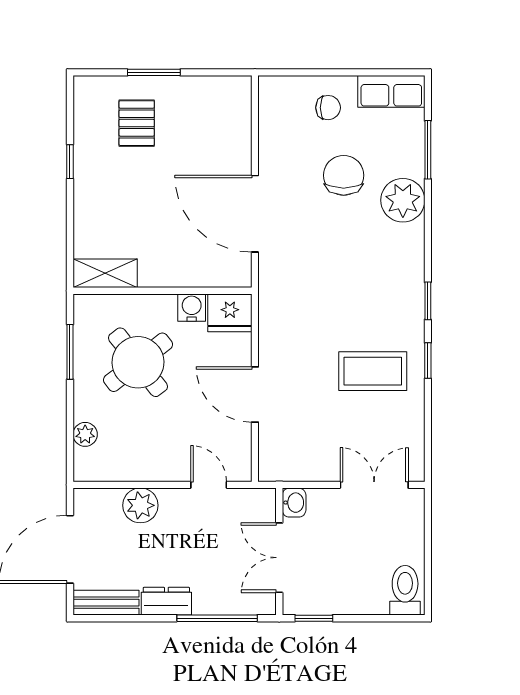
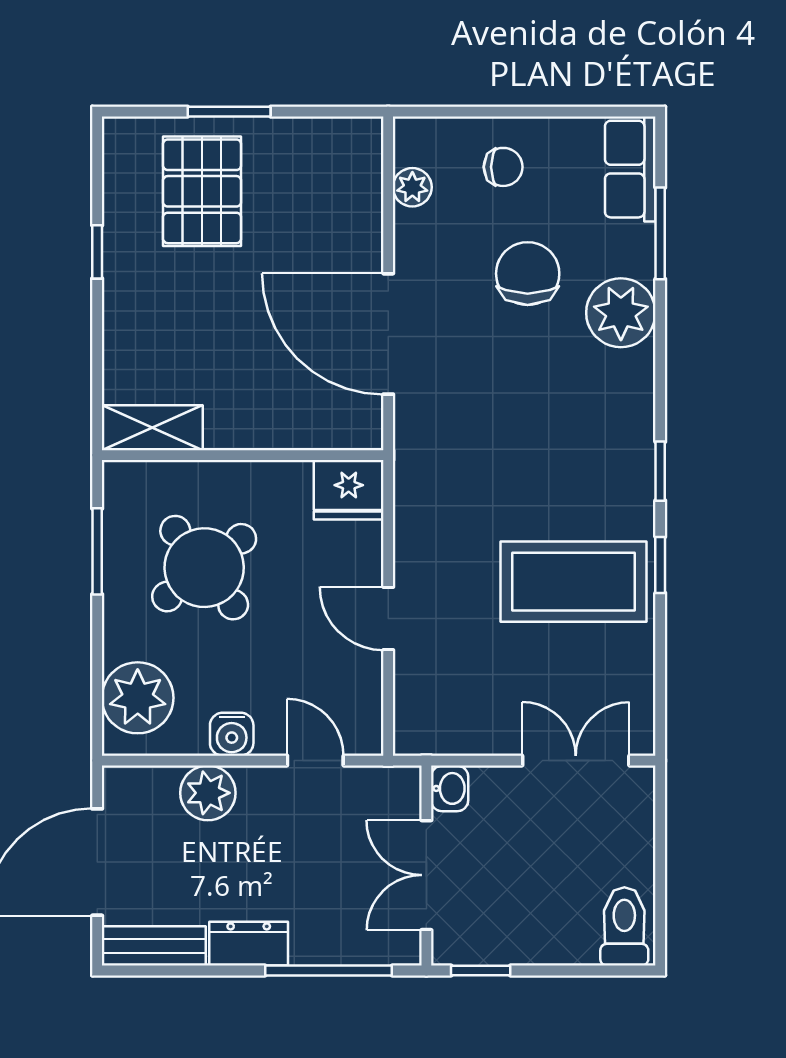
row of seats: (391, 91) -> (630, 169), moved, turned 90
plant: (270, 120) -> (412, 187), added
pallet: (137, 123) -> (202, 191), width x1.50, depth x1.42
water cooler: (192, 308) -> (232, 734), moved, turned 180
coffee table: (373, 371) -> (573, 582), width x1.36, depth x1.32
door: (255, 395) -> (388, 618), width x0.73
plant: (85, 434) -> (138, 698), width x1.88, depth x1.88

